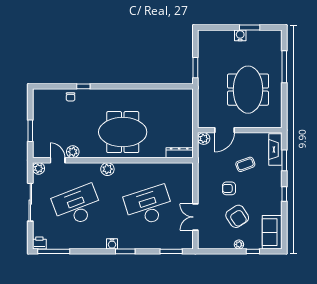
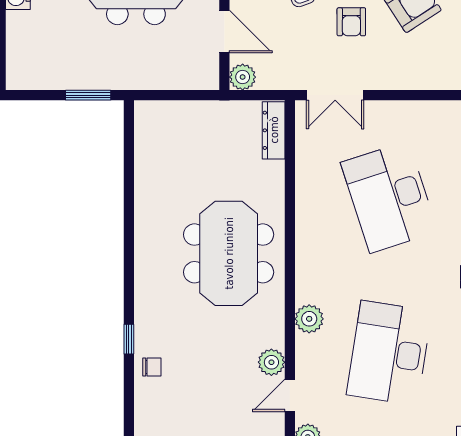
plant: (107, 169) -> (309, 319), moved
desk: (77, 206) -> (389, 353), turned 30
double door: (195, 217) -> (335, 95), moved

